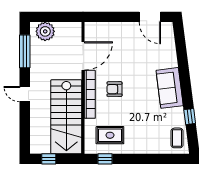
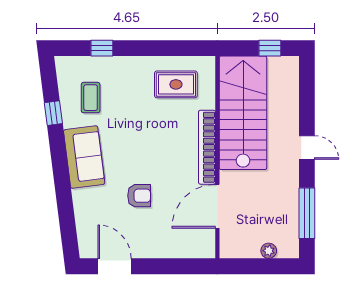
plant: (45, 31) -> (269, 251), width x0.53, depth x0.53
armchair: (114, 89) -> (139, 196), moved
coffee table: (177, 138) -> (91, 98), moved
window: (105, 159) -> (102, 48), moved

